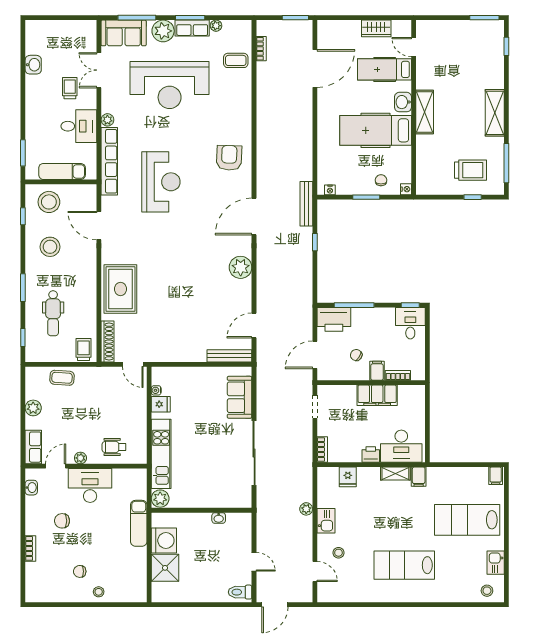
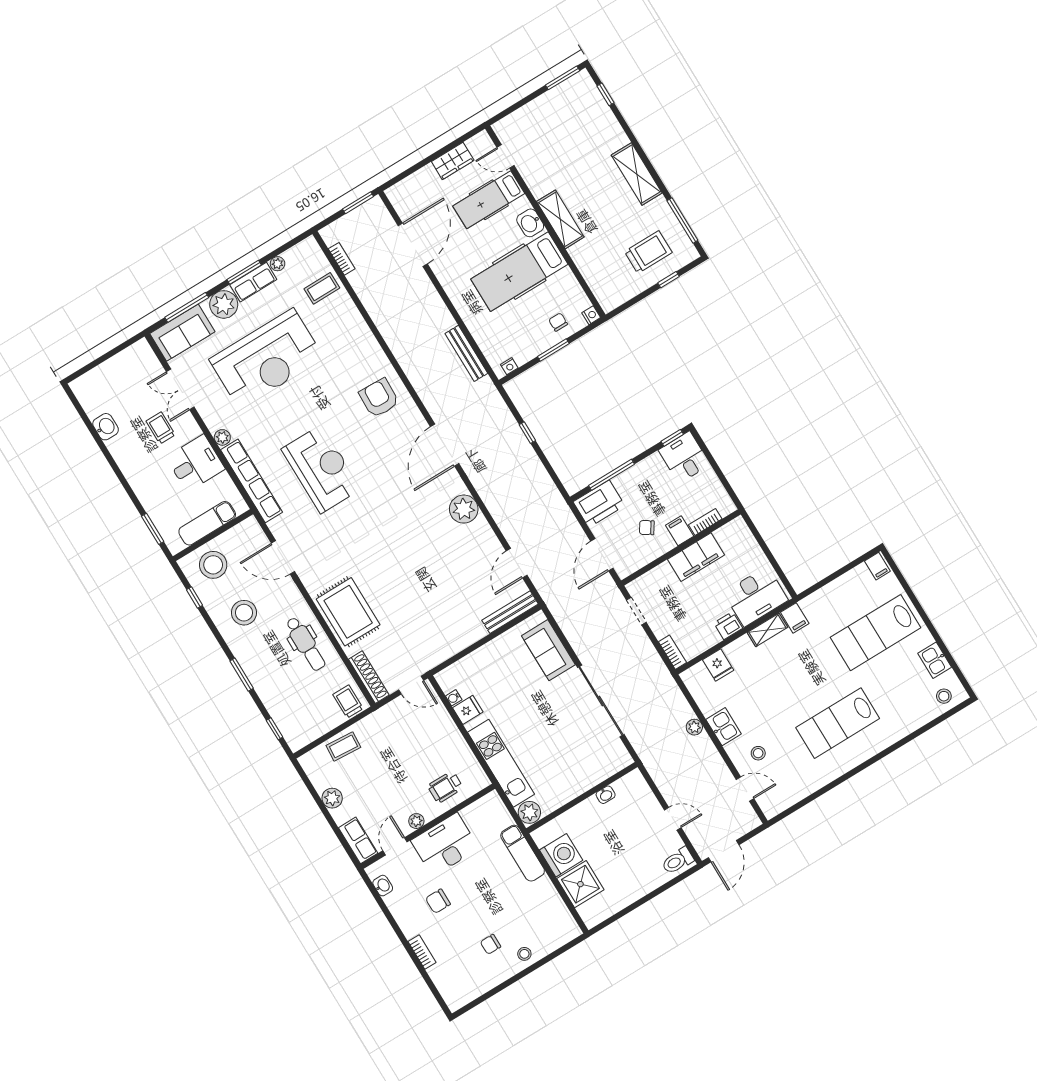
bench: (306, 204) -> (466, 353), moved
dental chair: (53, 313) -> (306, 644), moved

